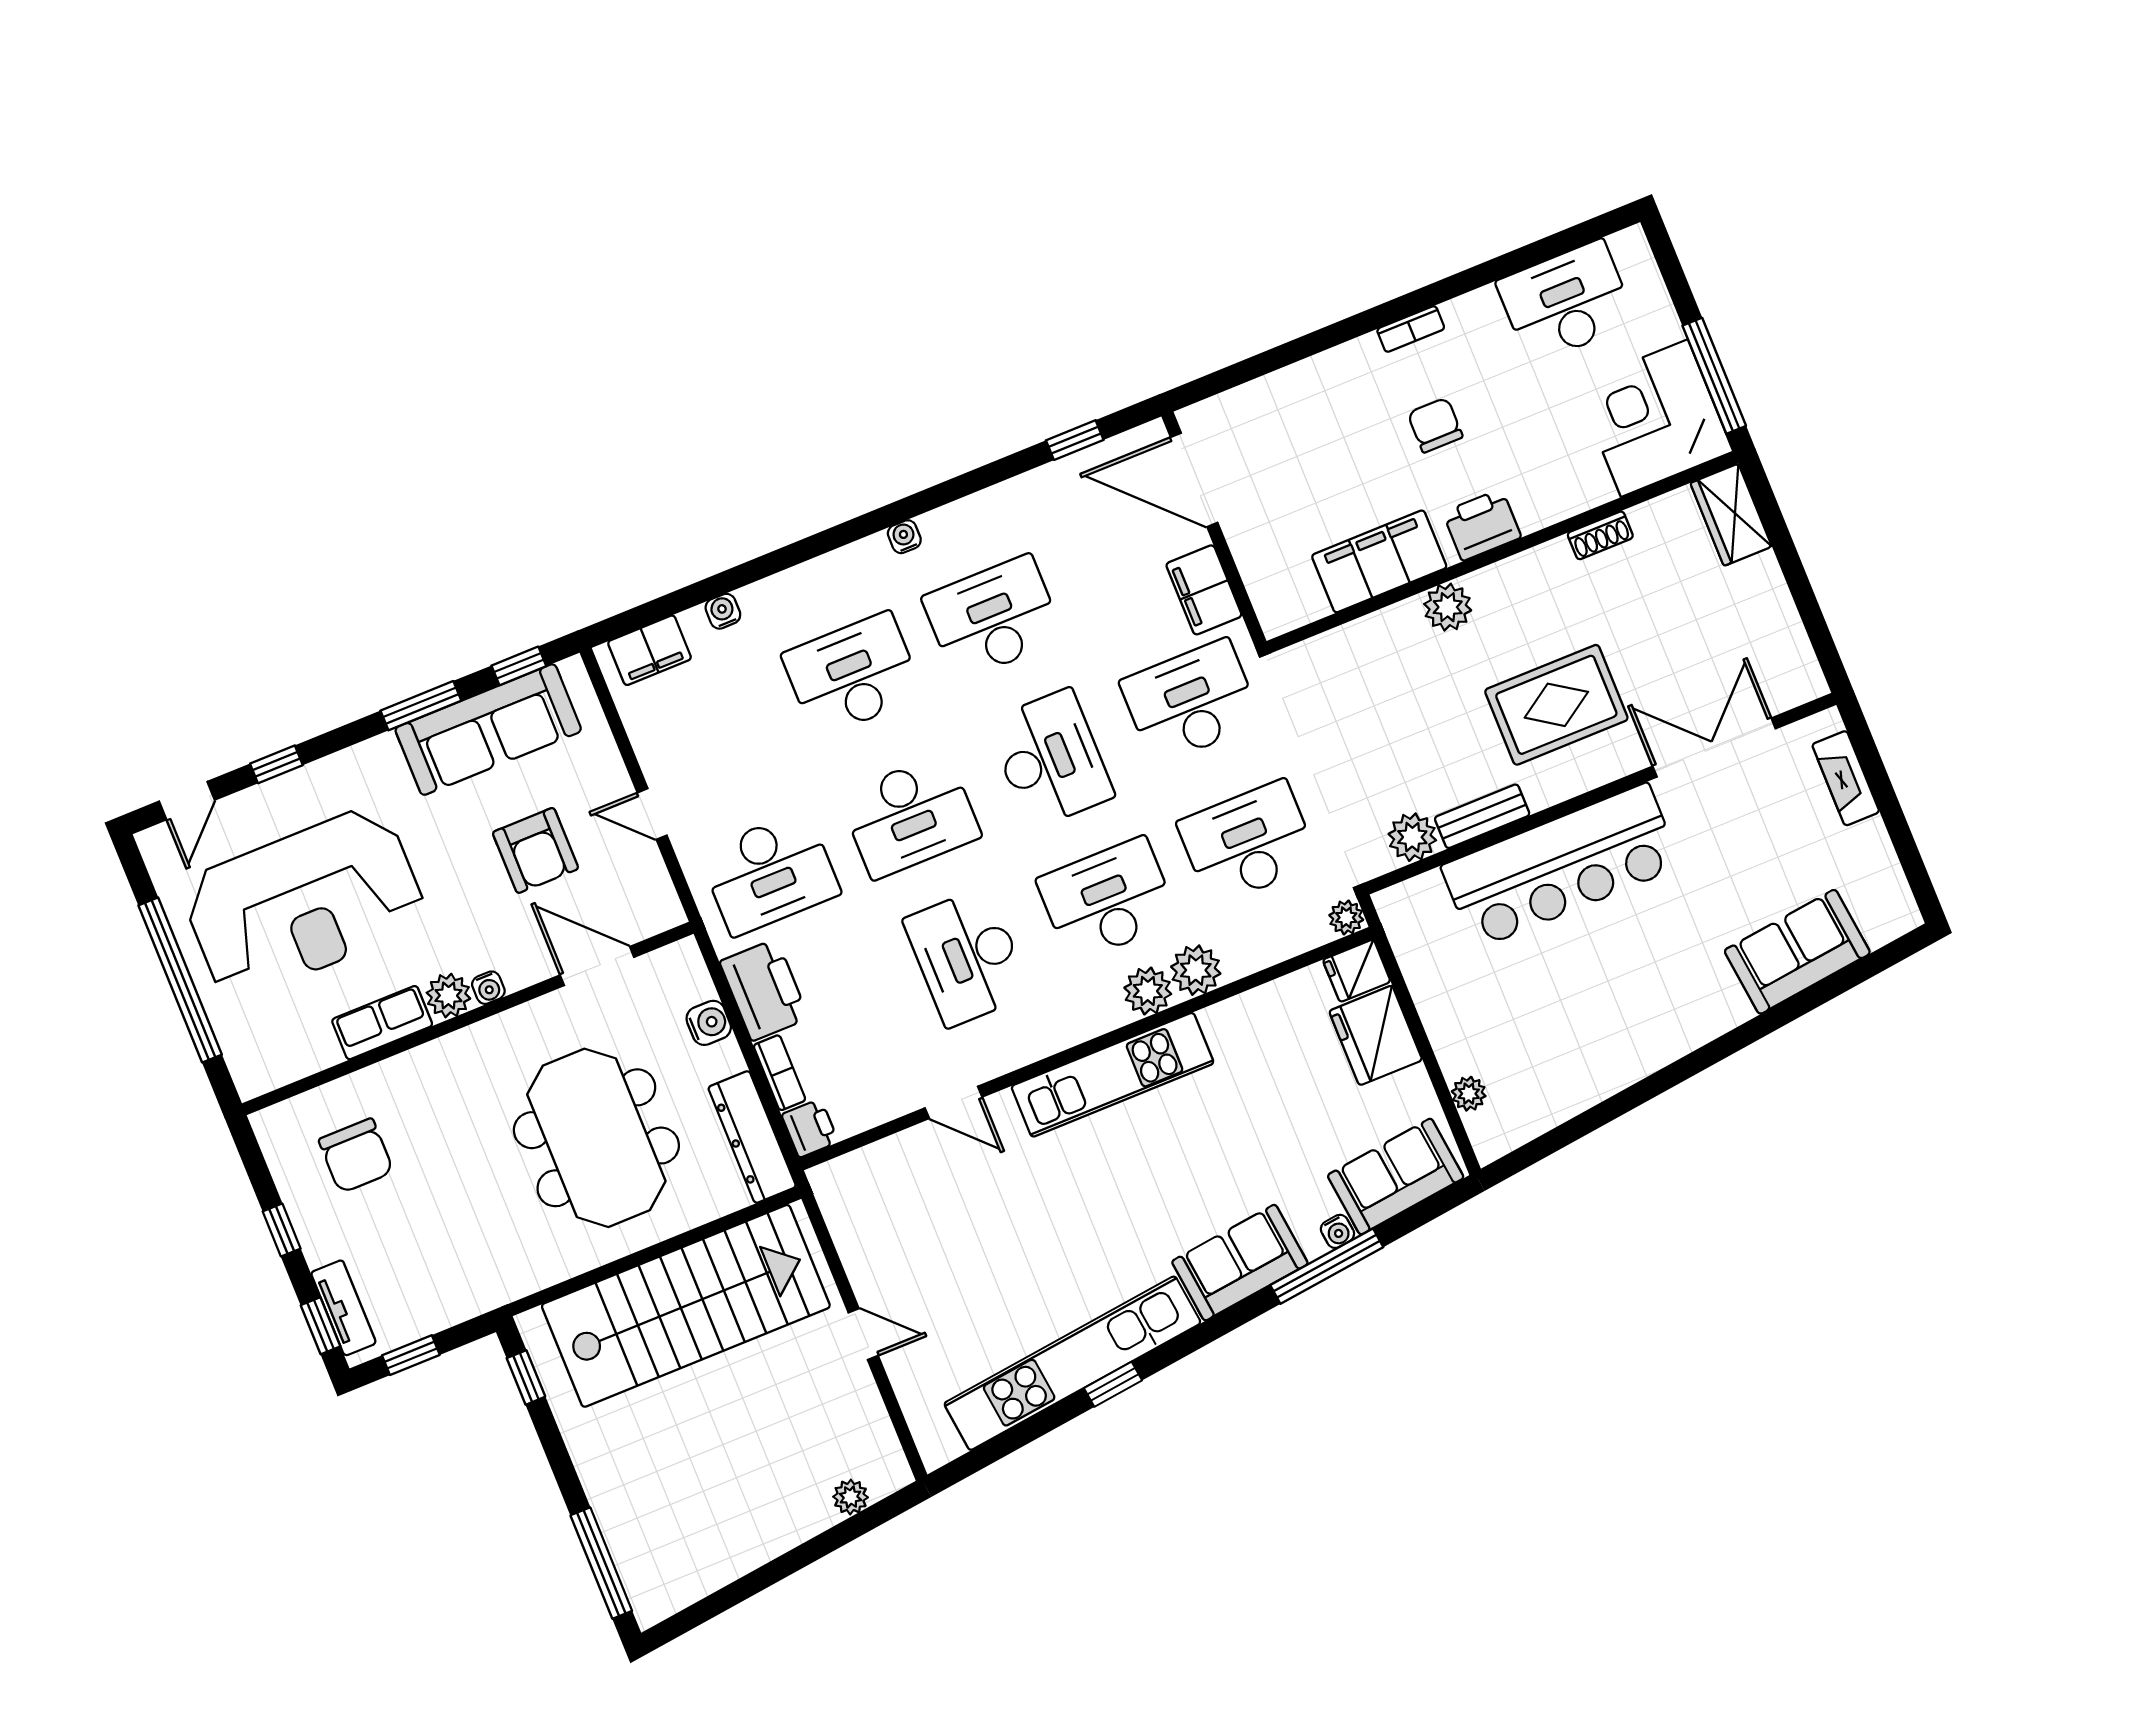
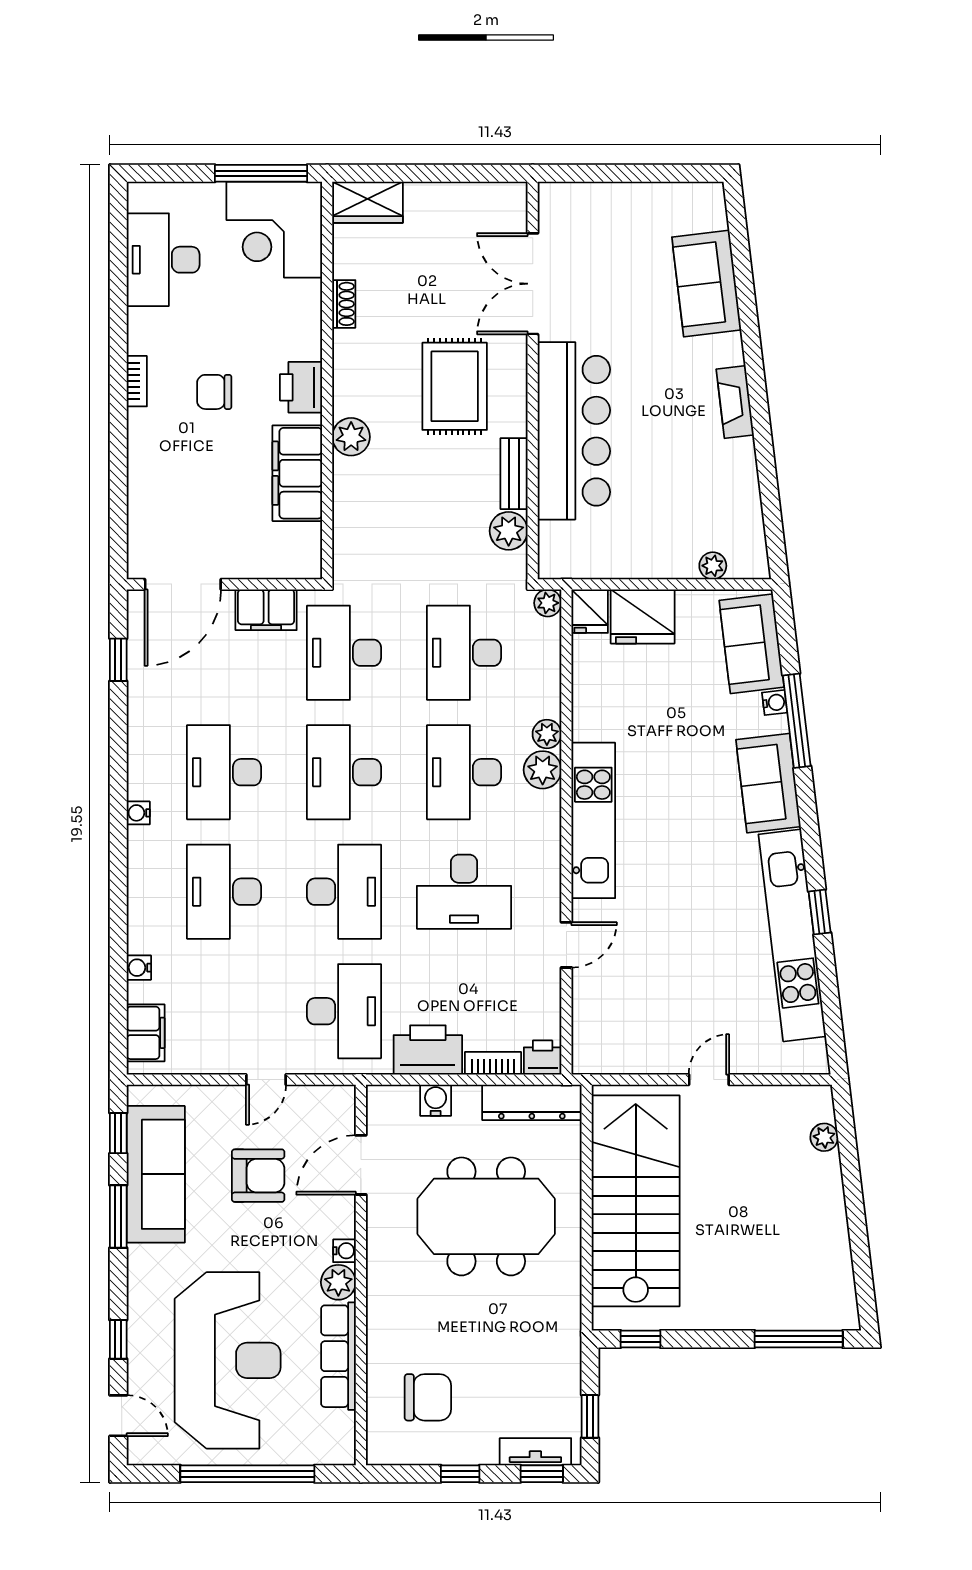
desk: (1050, 759) -> (344, 772), turned -90
fireplace: (1846, 778) -> (735, 402), moved, turned 83
plant: (1196, 970) -> (547, 734), width x0.73, depth x0.73
row of seats: (382, 1023) -> (338, 1356), width x1.48

